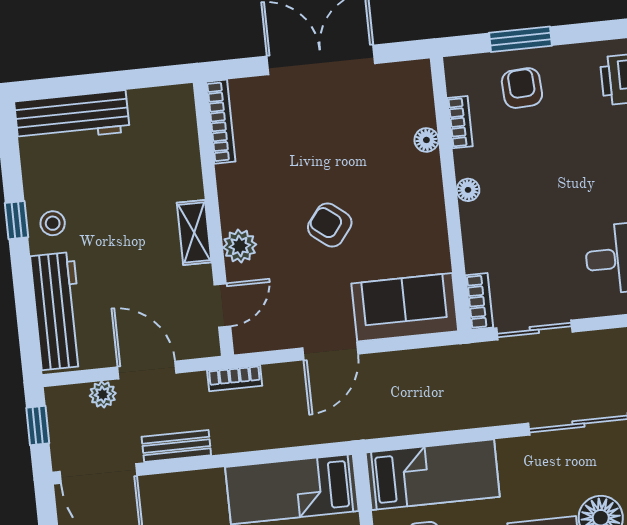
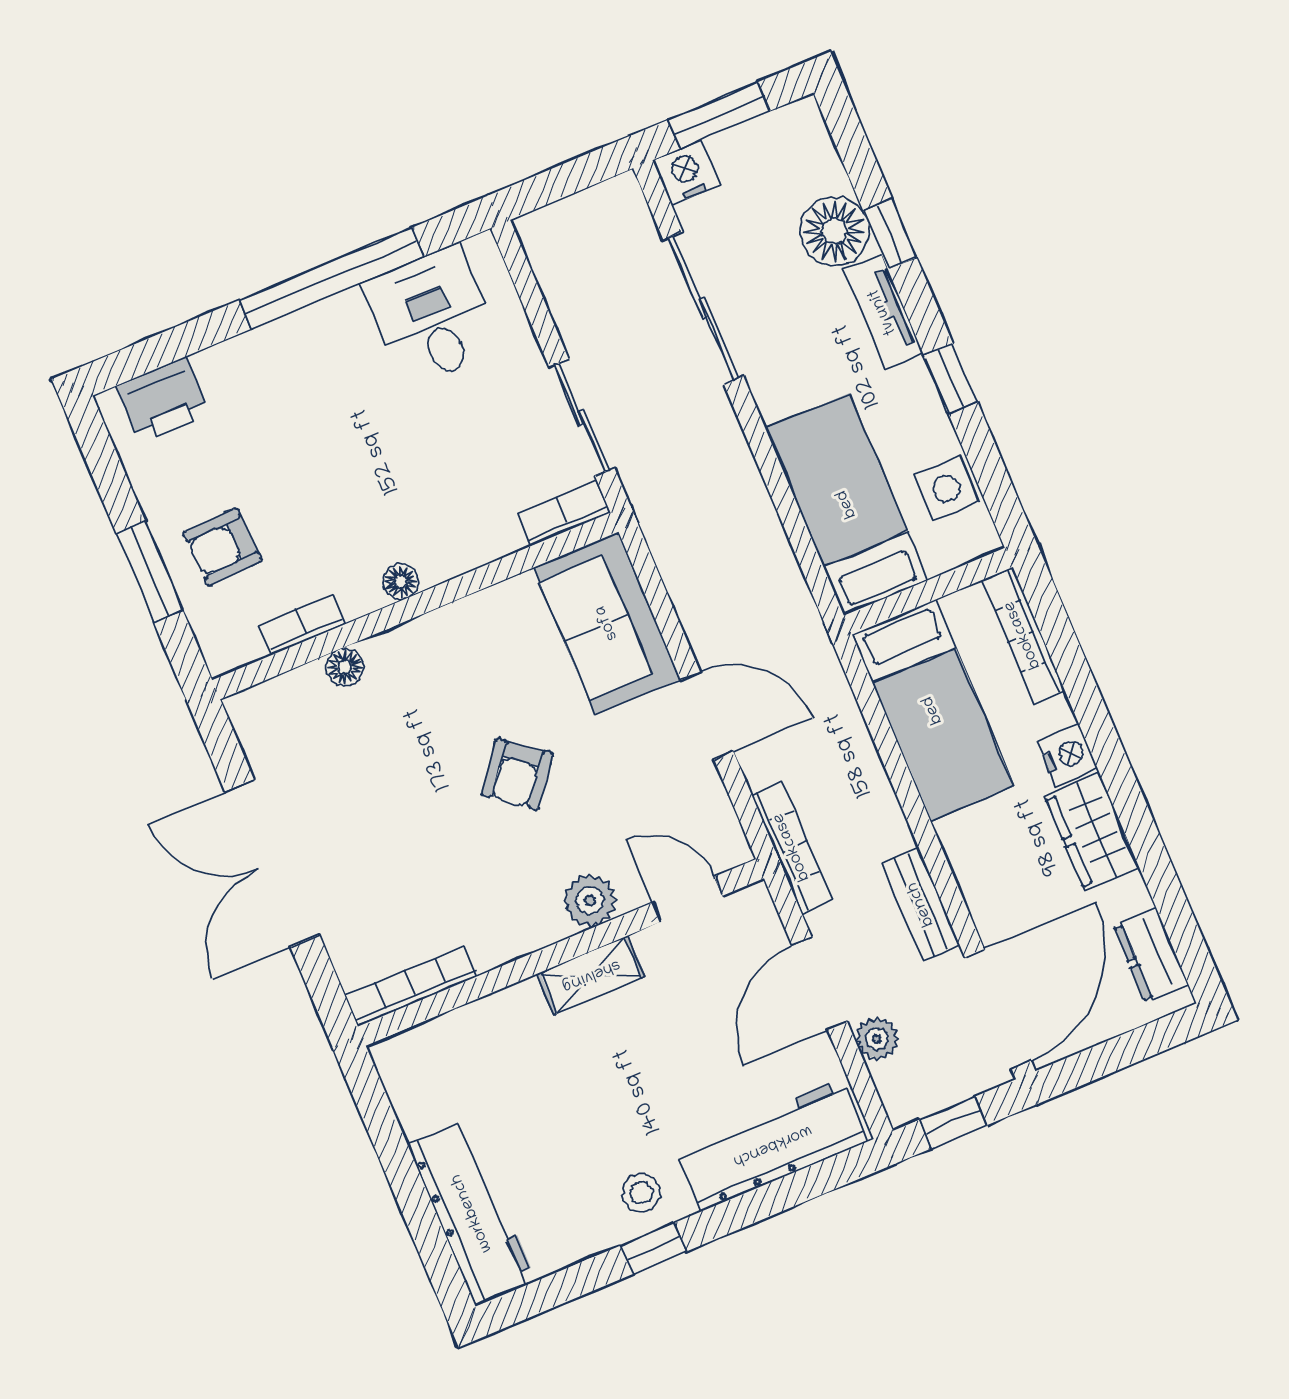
bookcase: (235, 378) -> (792, 847), width x1.56

